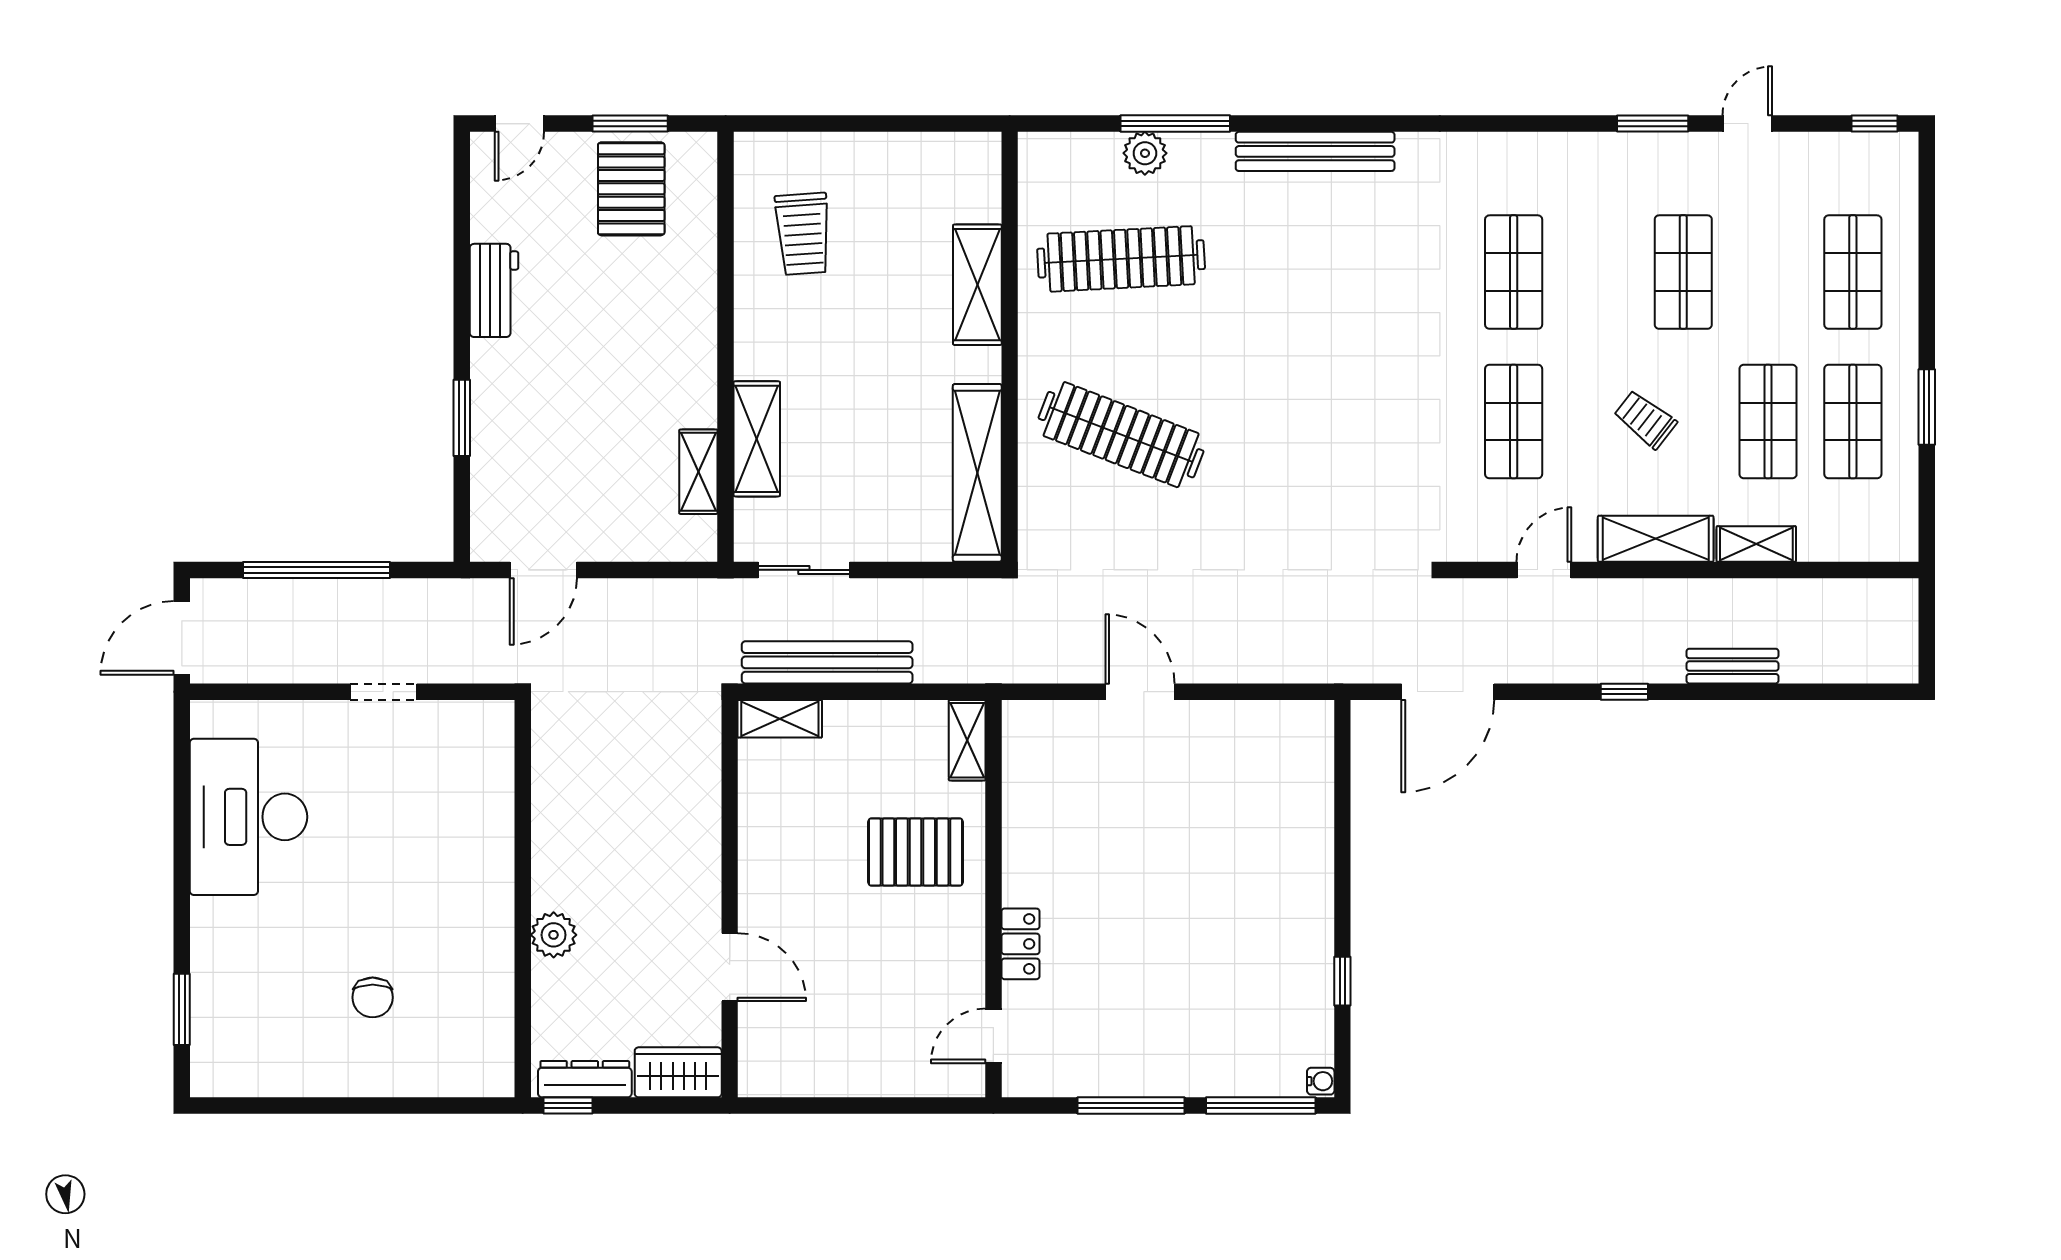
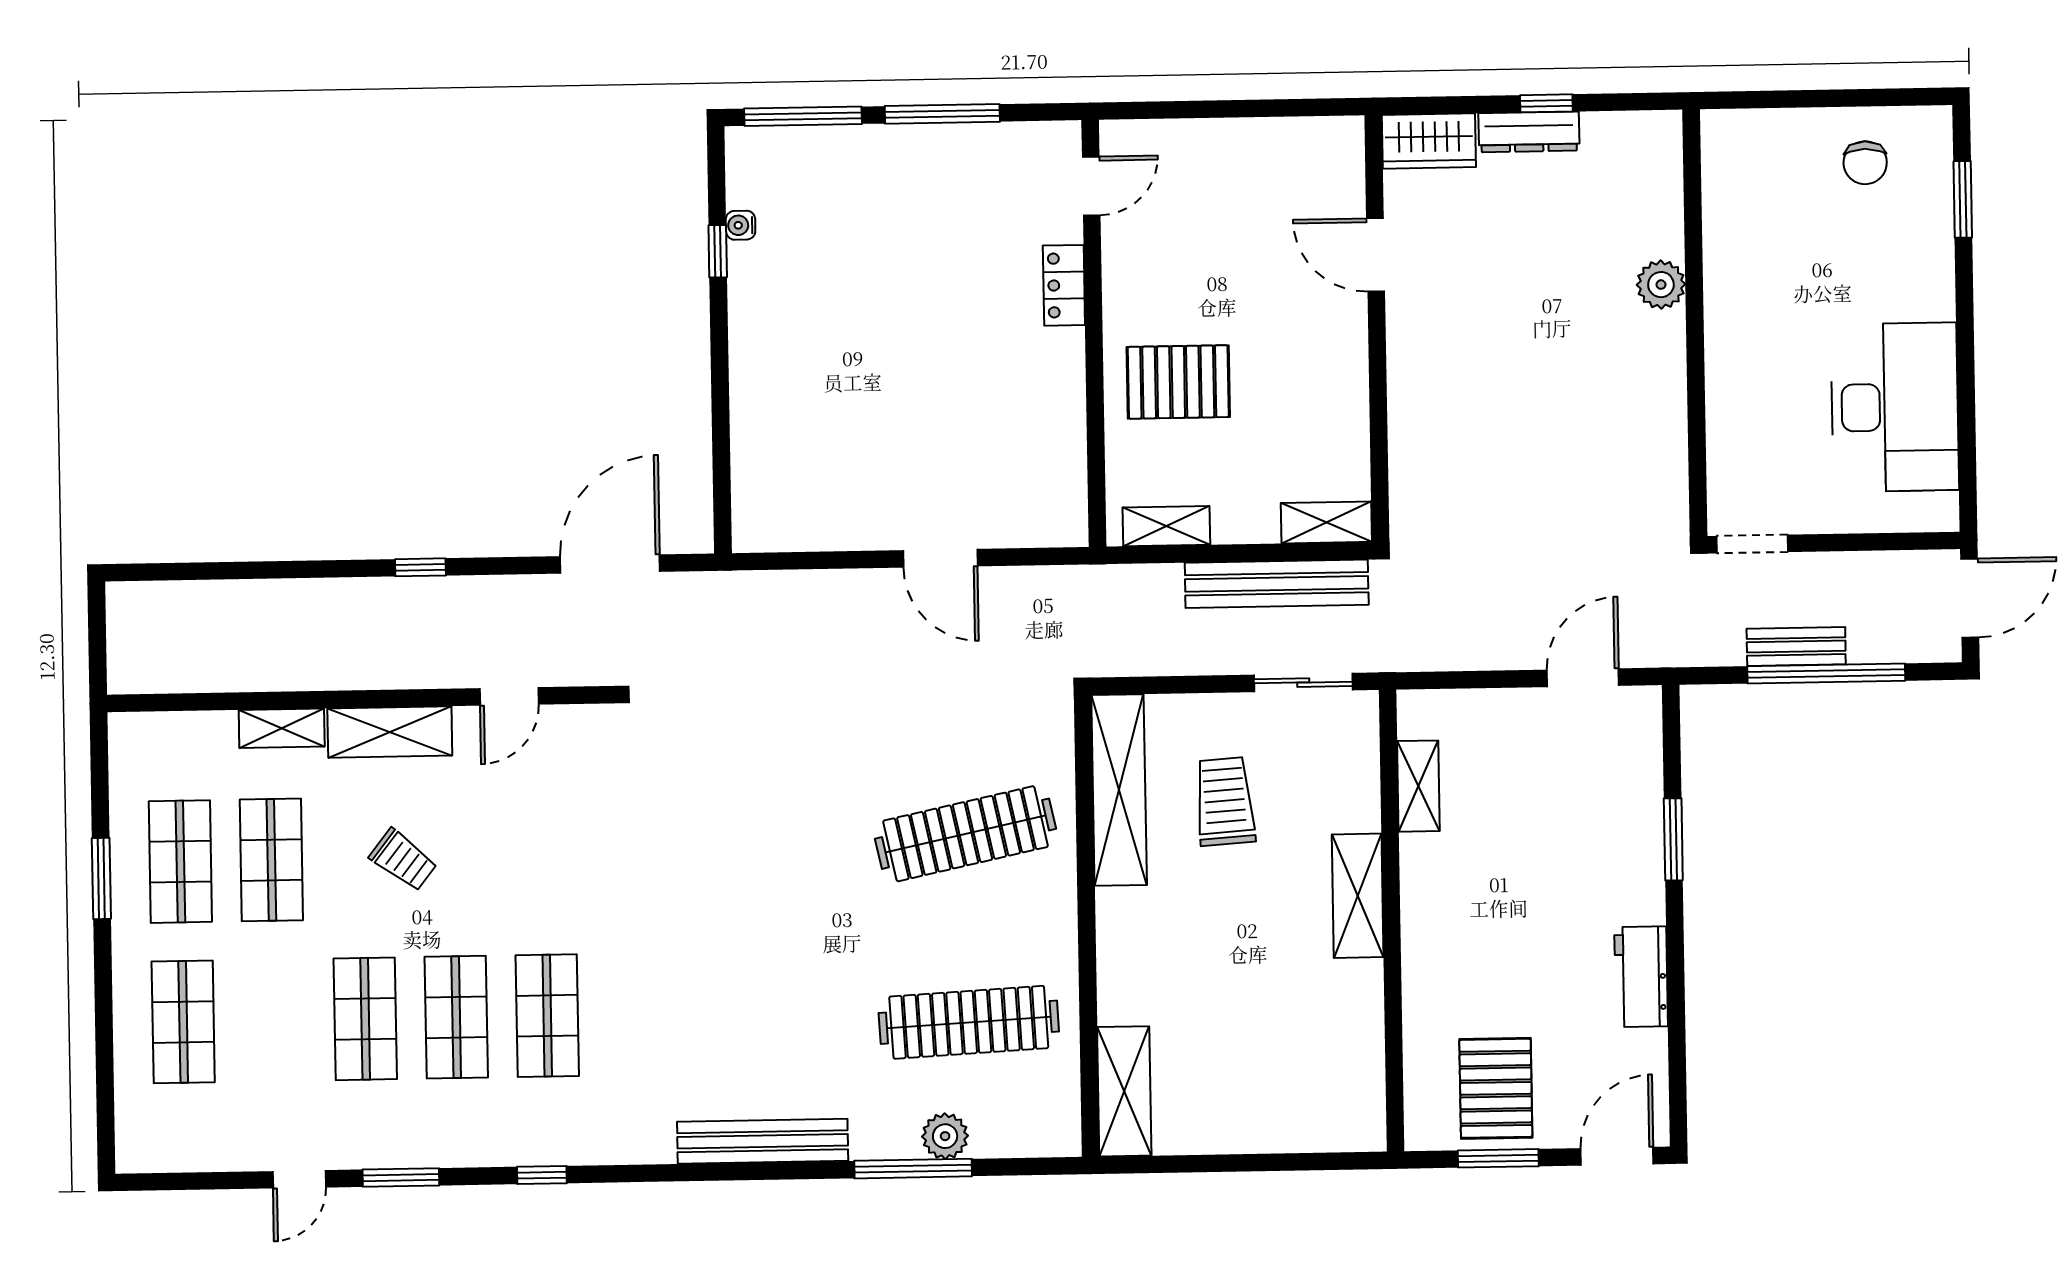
door: (519, 124) -> (1617, 1156), width x1.38
window: (1874, 124) -> (542, 1175), moved
trolley: (803, 234) -> (1225, 802), moved
shelving: (977, 285) -> (1124, 1091), moved
shop shelf: (1514, 422) -> (456, 1017), moved
clothes rail: (1121, 435) -> (966, 834), turned -33
shelving: (757, 439) -> (1358, 896), moved
bench: (1732, 666) -> (1796, 646), moved
shelving: (967, 740) -> (1166, 526), moved, turned 90
wall: (523, 899) -> (1695, 323), moved
plant: (554, 935) -> (1661, 285), moved
chair: (373, 997) -> (1865, 163), moved, turned 180
water cooler: (1321, 1081) -> (741, 225), moved

